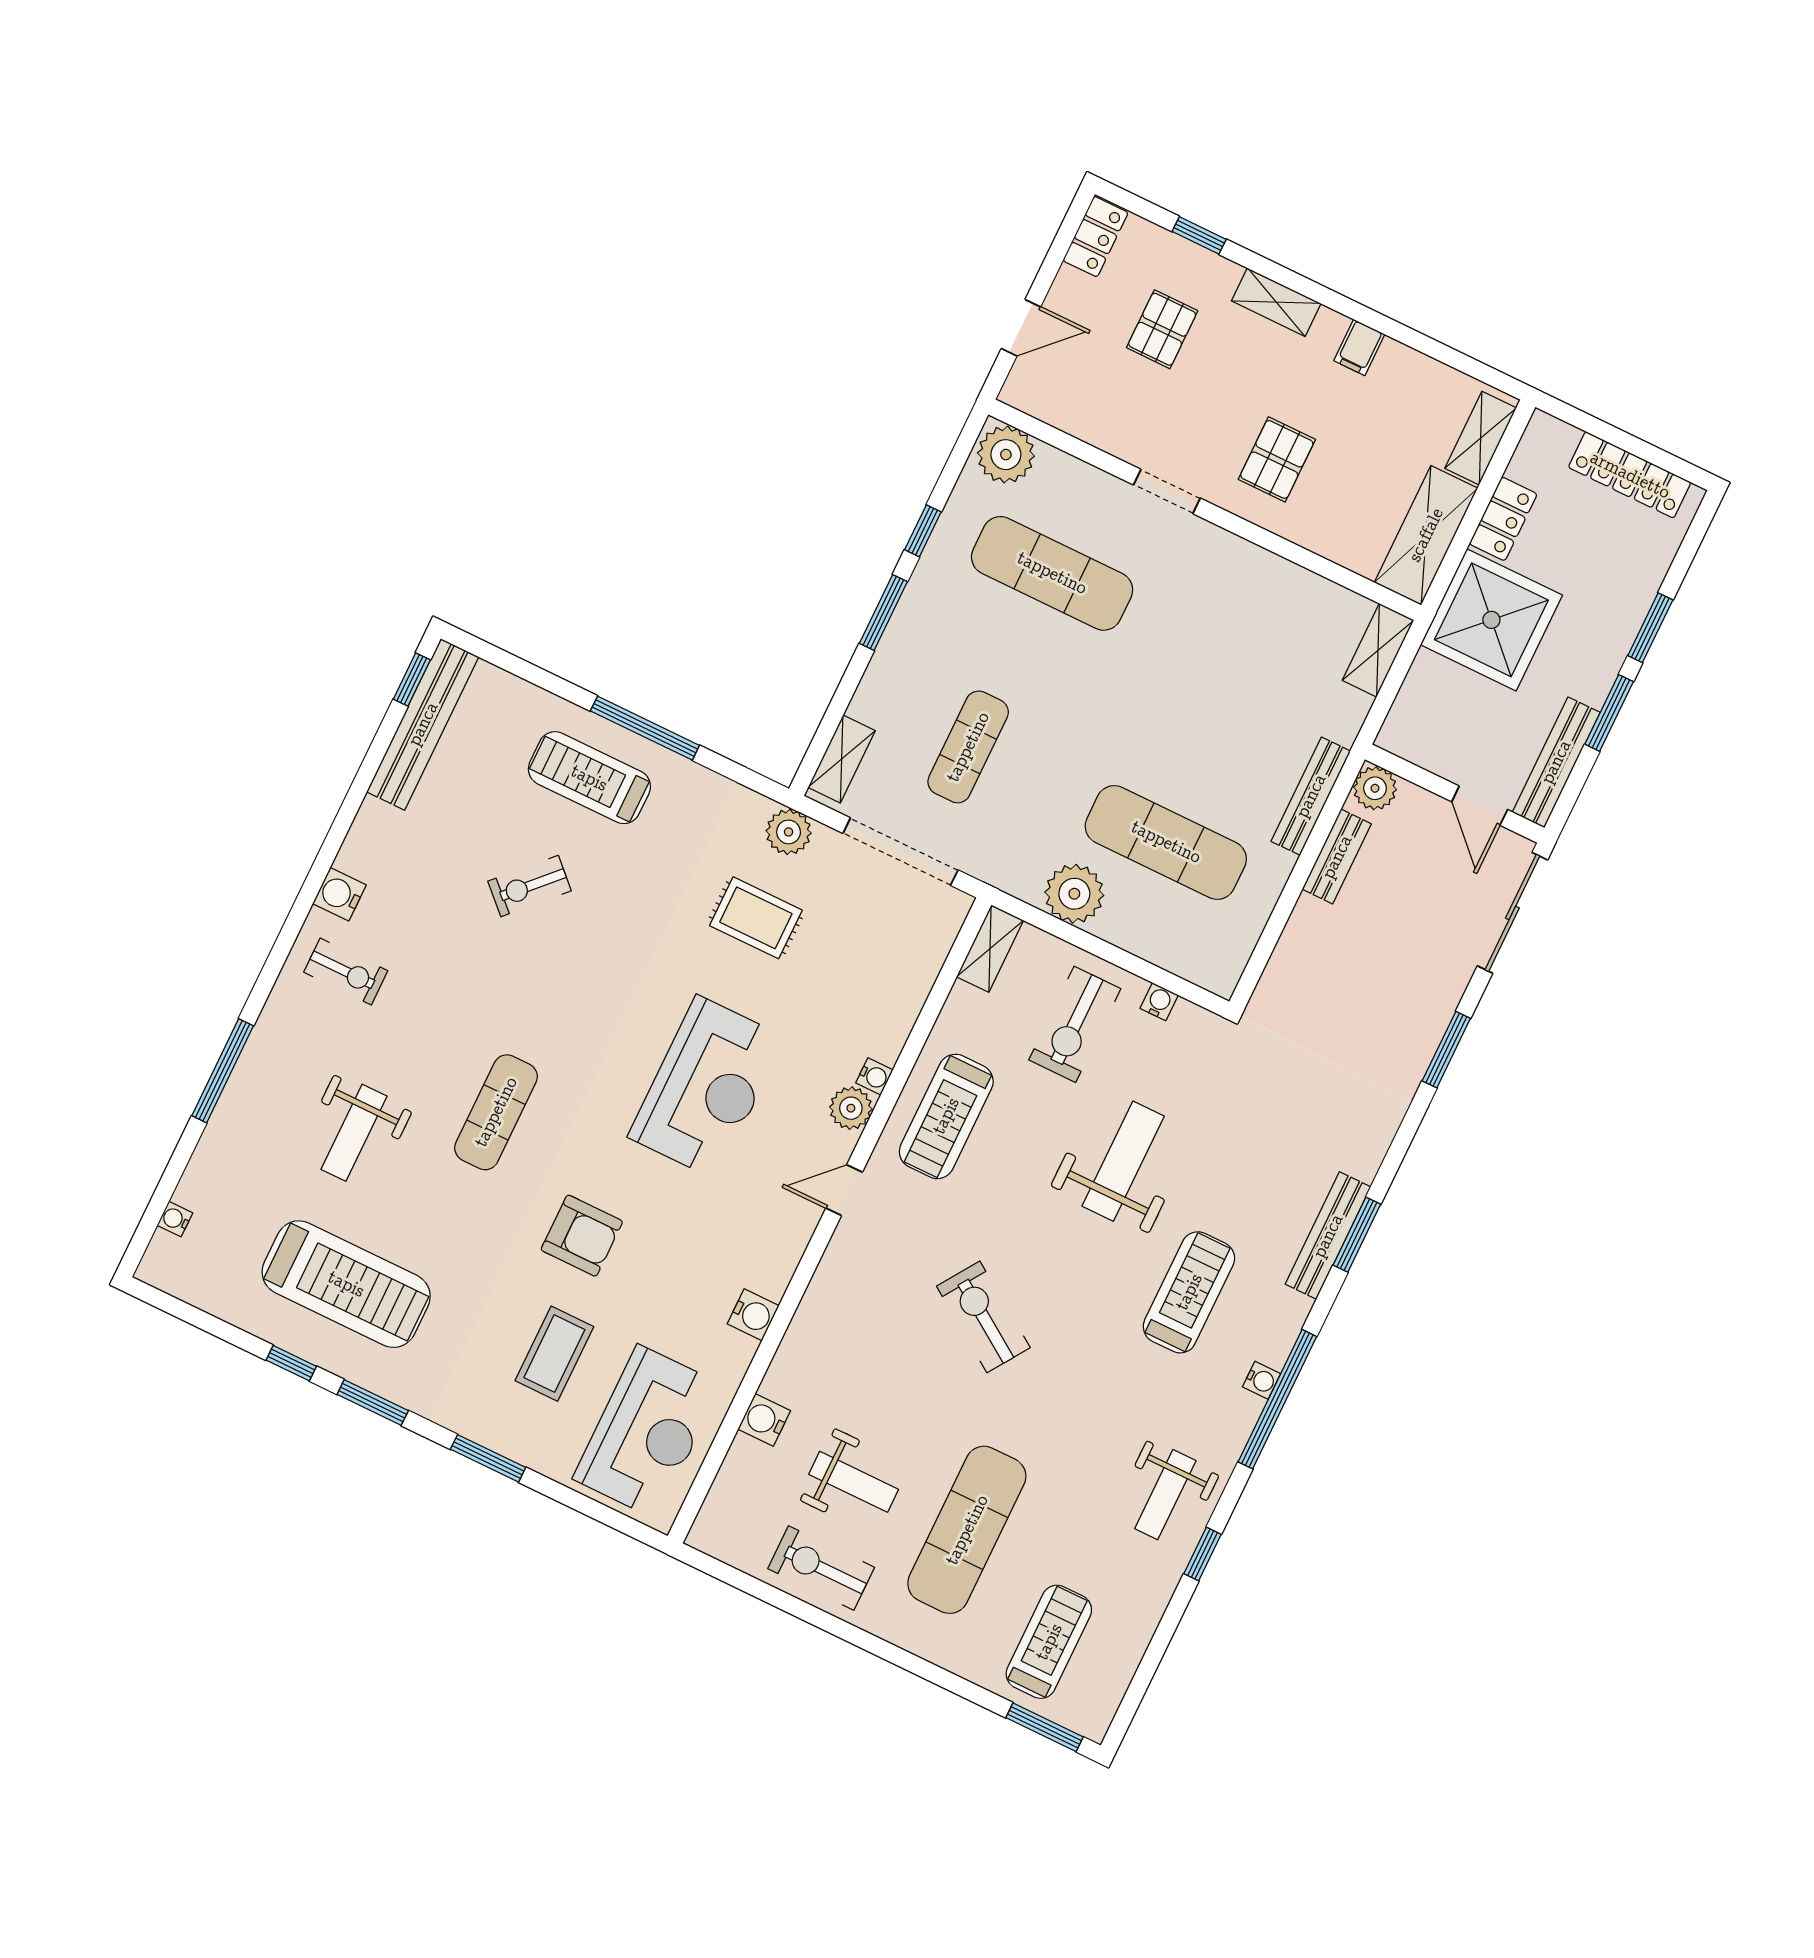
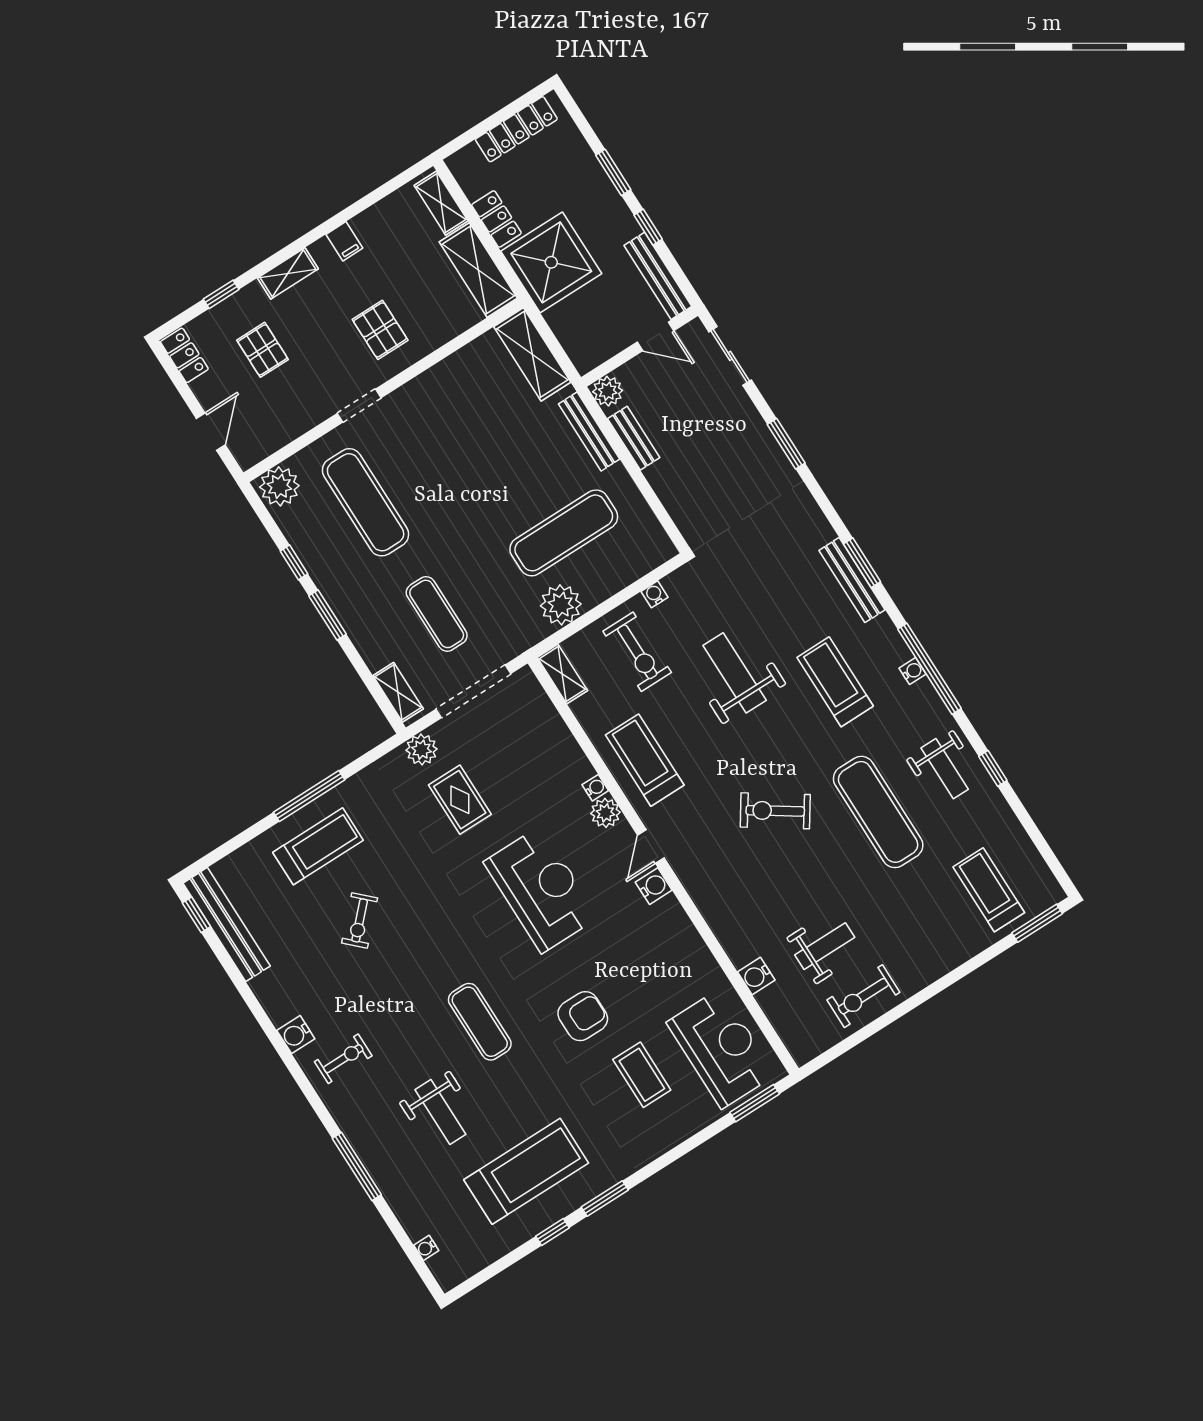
exercise mat: (1052, 573) -> (366, 502), turned 90
shelving: (1378, 650) -> (532, 354), width x1.50, depth x1.33
window: (1609, 713) -> (648, 227), width x0.67
treadmill: (589, 778) -> (318, 846), turned 180
sliding door: (1512, 913) -> (730, 356), width x0.73
rug: (756, 918) -> (460, 800), turned 90
treadmill: (946, 1116) -> (645, 760), turned 180
water cooler: (753, 1315) -> (654, 886), moved
window: (488, 1458) -> (755, 1103), moved
exercise mat: (967, 1530) -> (878, 812), moved

